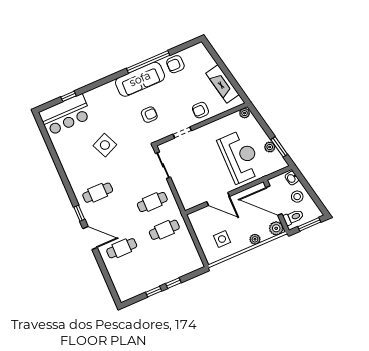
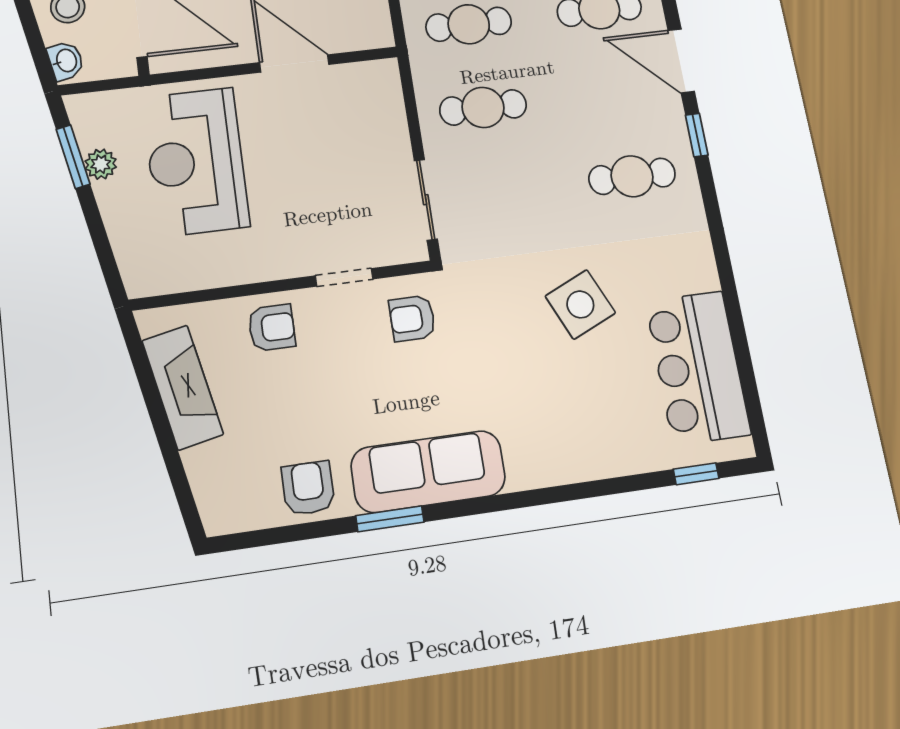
window: (148, 62) -> (390, 519), width x0.47
armchair: (175, 64) -> (308, 488), turned -90
window: (68, 96) -> (696, 474), moved
plant: (245, 113) -> (143, 282), removed
bar counter: (65, 115) -> (698, 367), moved, turned -90
armchair: (149, 115) -> (412, 318), moved

